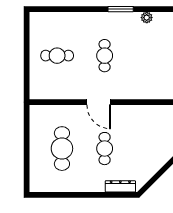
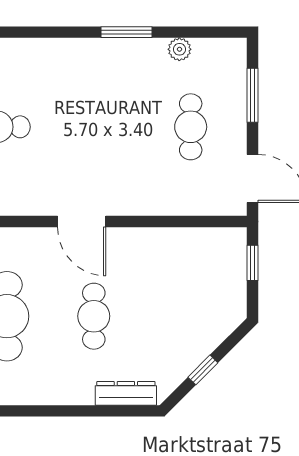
cafe table: (105, 56) -> (191, 127), moved
window: (158, 175) -> (203, 370), added

